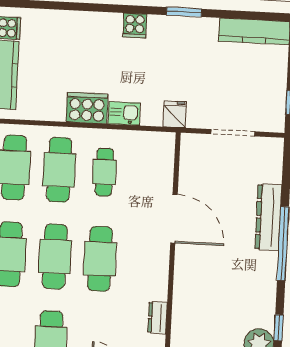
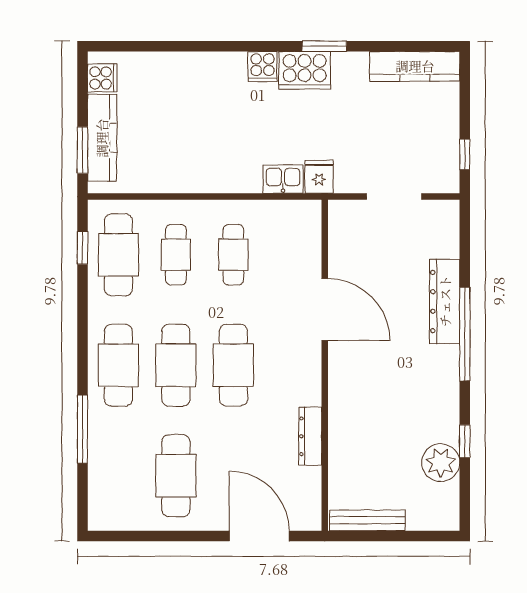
cooker: (87, 108) -> (305, 70), moved, turned 180
kitchen sink: (124, 113) -> (283, 179), moved
cafe table: (59, 170) -> (176, 255), width x0.73, depth x0.74
dresser: (158, 318) -> (310, 436), width x1.44

